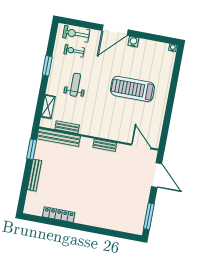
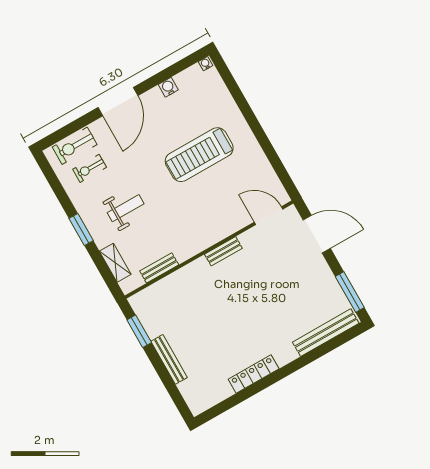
water cooler: (133, 42) -> (168, 87), moved
window: (47, 66) -> (81, 230), moved
weight bench: (75, 85) -> (126, 208), turned 90
bench: (59, 138) -> (326, 333), moved
locker: (59, 215) -> (254, 374), moved

